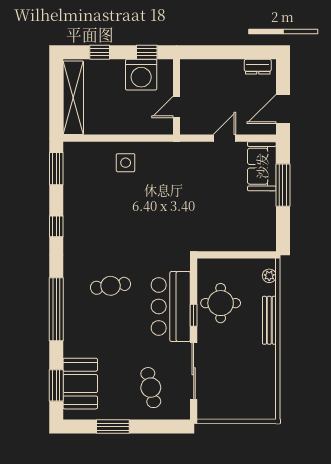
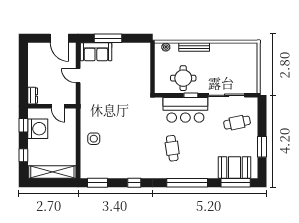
dresser: (258, 67) -> (33, 96), moved
window: (56, 385) -> (236, 183), width x1.44

